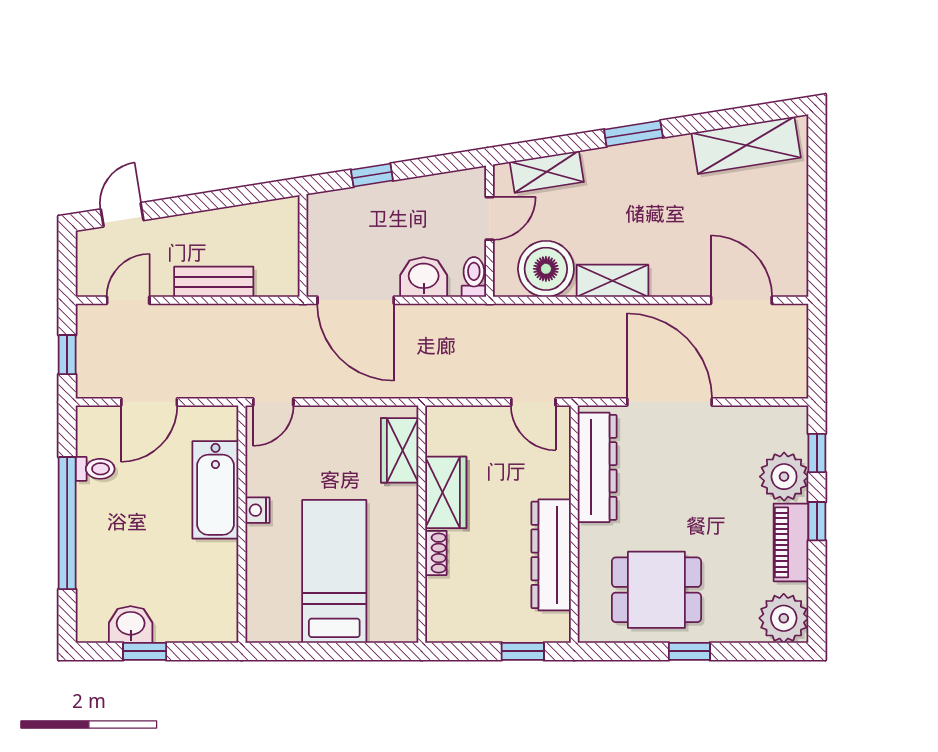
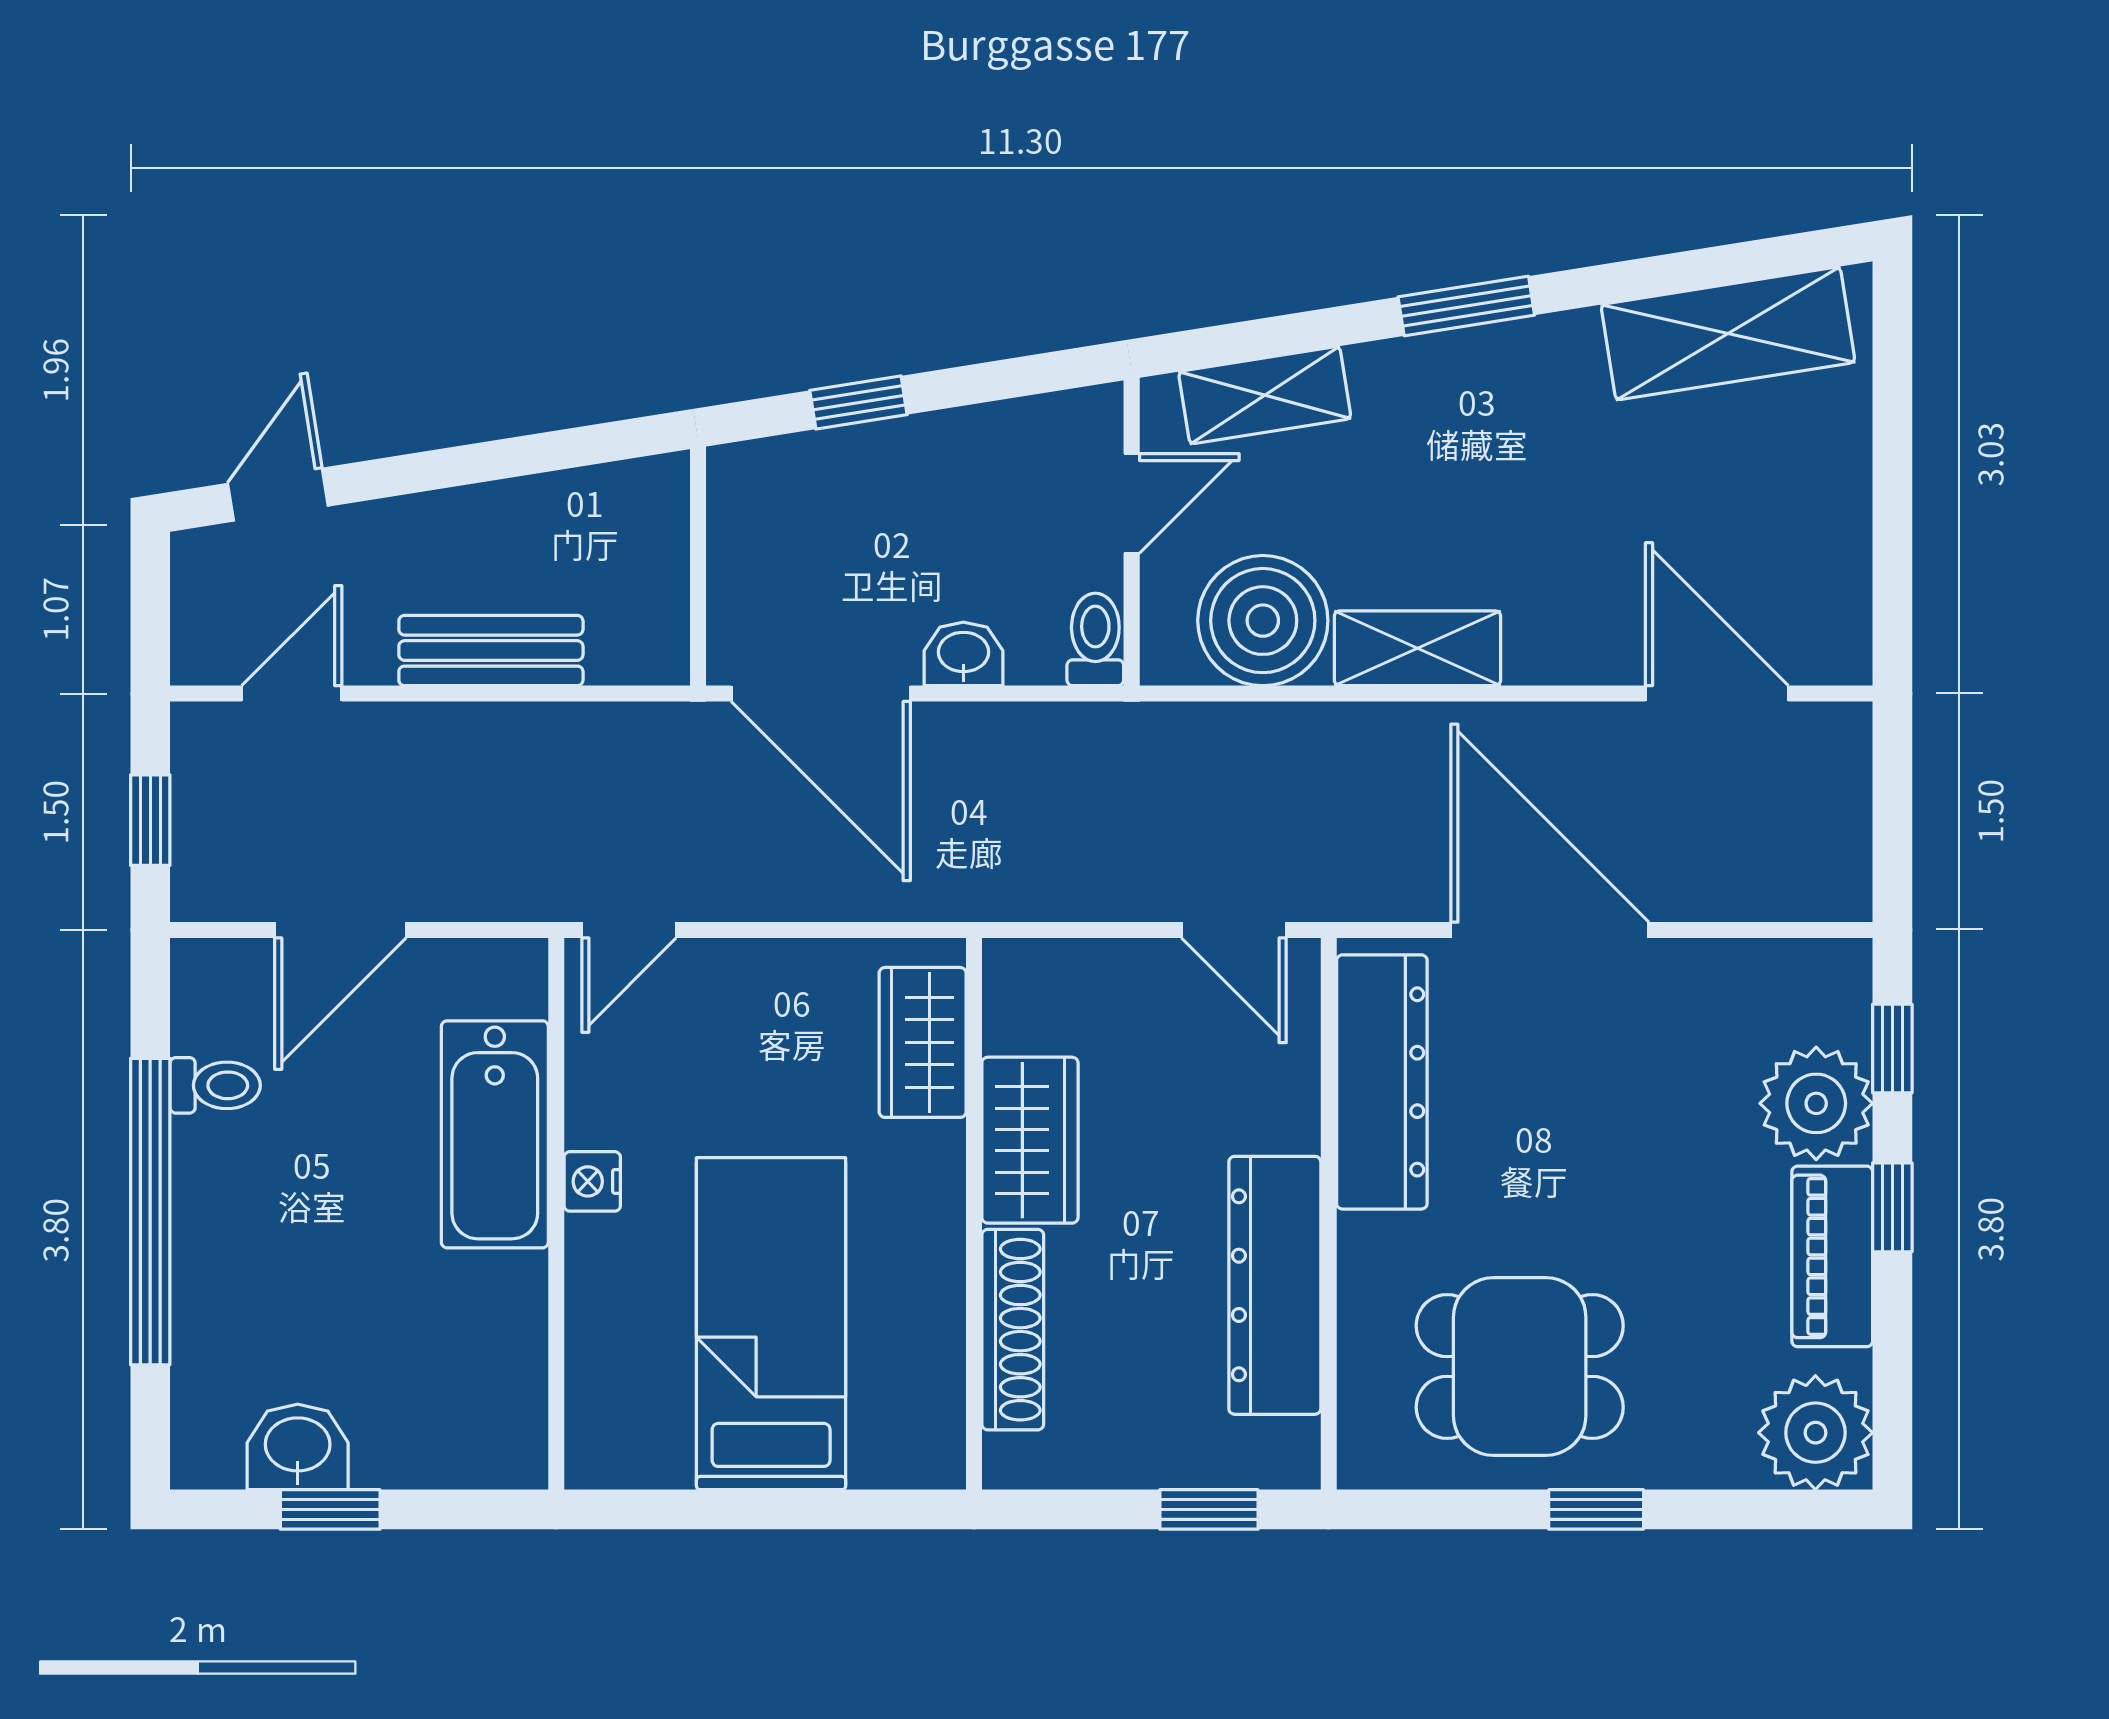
washbasin: (424, 277) -> (963, 654), width x0.72, depth x0.69
shoe rack: (436, 553) -> (1013, 1330), width x1.94, depth x1.24

